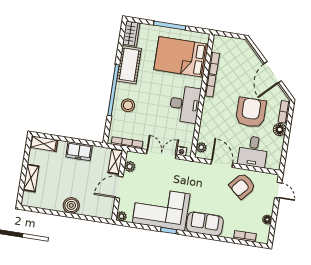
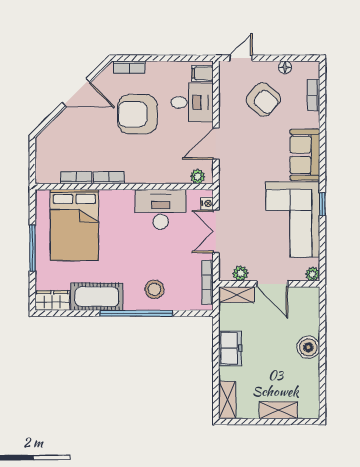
desk: (185, 104) -> (161, 209), moved
floor lamp: (280, 130) -> (155, 70), removed
filing cabinet: (272, 162) -> (203, 73), added
armchair: (242, 186) -> (263, 100), moved

